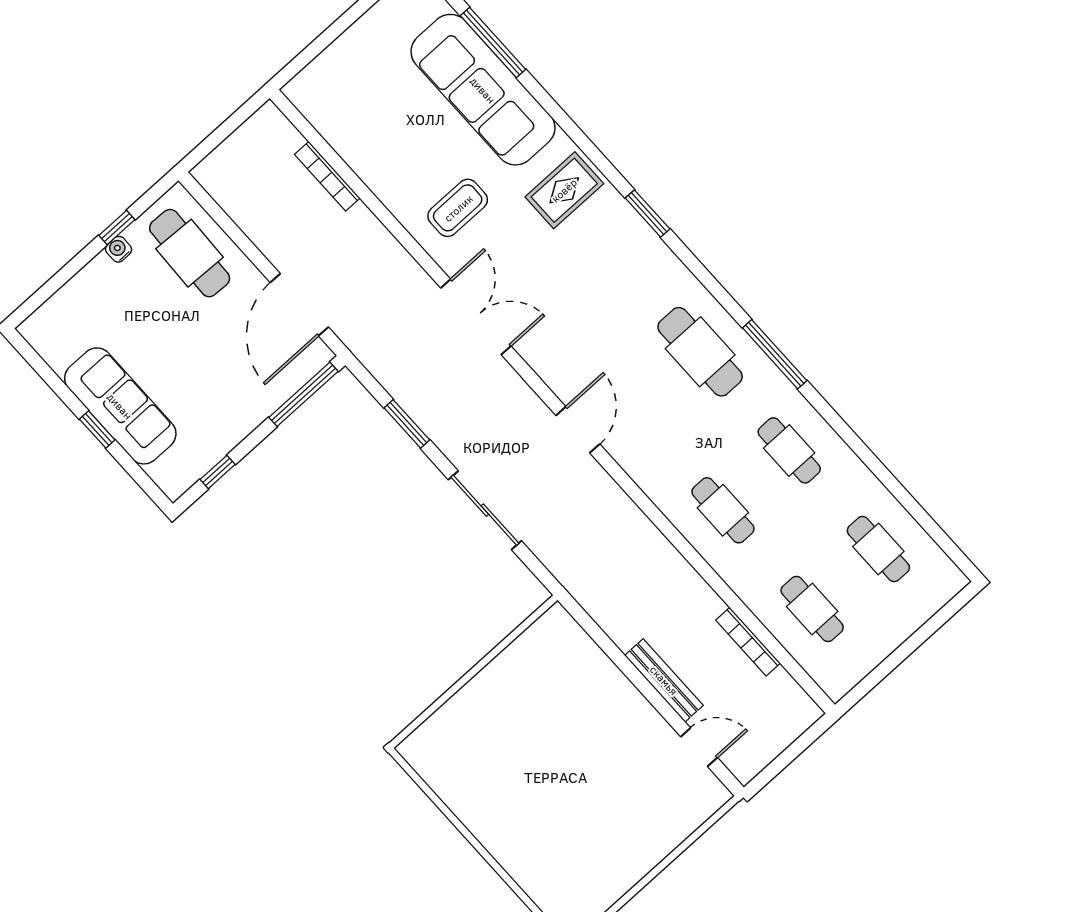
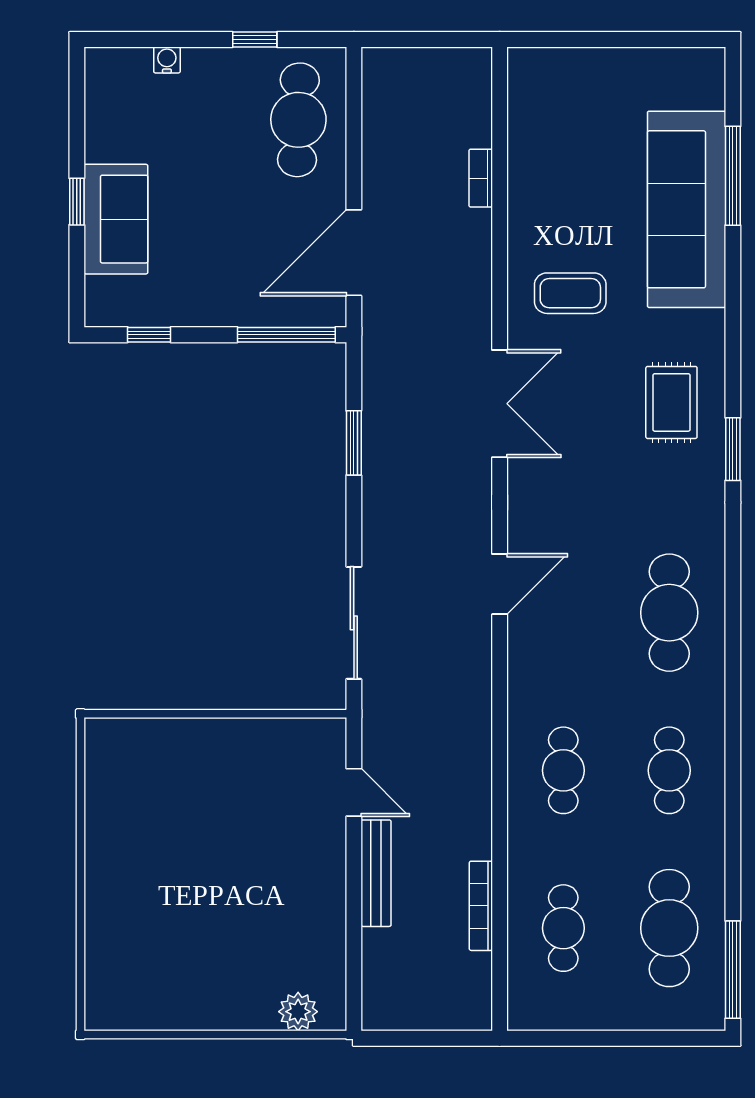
bookcase: (327, 176) -> (481, 178), width x0.64
rug: (564, 190) -> (671, 402), moved, turned 90
water cooler: (119, 249) -> (167, 60), moved
window: (775, 354) -> (733, 970), moved
sofa: (120, 406) -> (116, 219), width x0.73
sliding door: (485, 510) -> (354, 623), moved
cafe table: (878, 549) -> (669, 928), width x1.37, depth x1.35
door: (699, 747) -> (354, 792), moved
plant: (693, 811) -> (298, 1012), added

